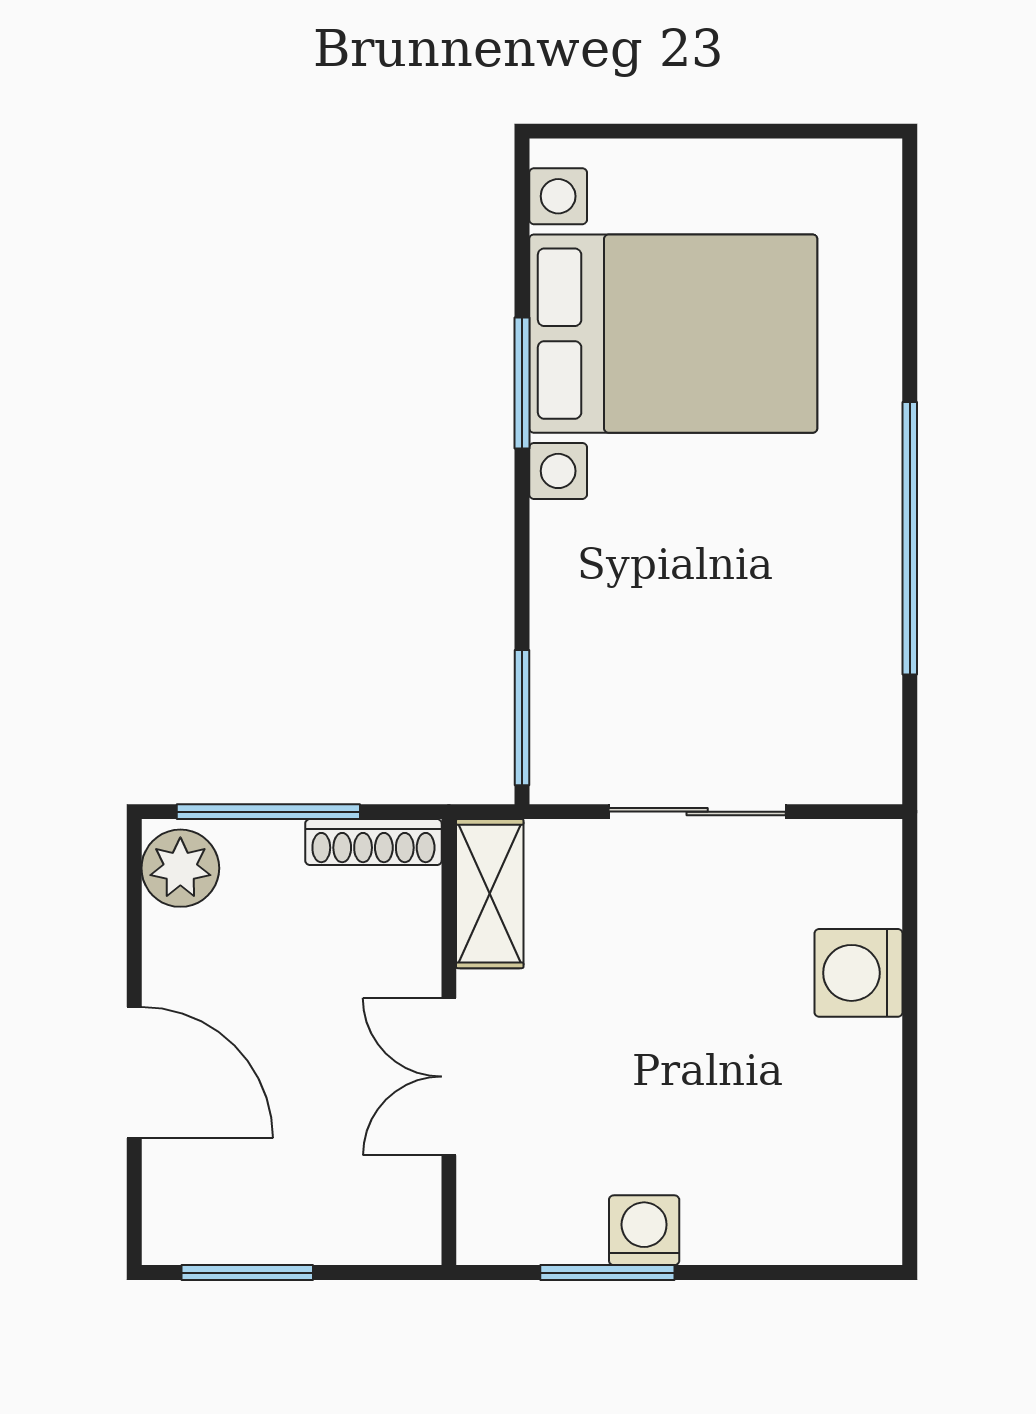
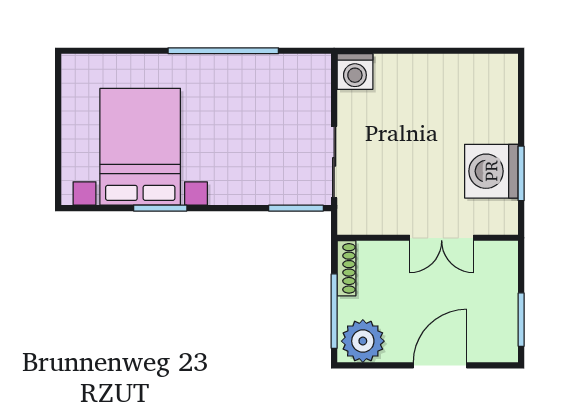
sliding door: (697, 812) -> (334, 162), moved
plant: (180, 868) -> (363, 341), width x1.36, depth x1.36
shelving: (490, 894) -> (367, 221), removed
washing machine: (859, 973) -> (355, 72), moved
washing machine: (644, 1230) -> (491, 171), width x1.89, depth x1.89

